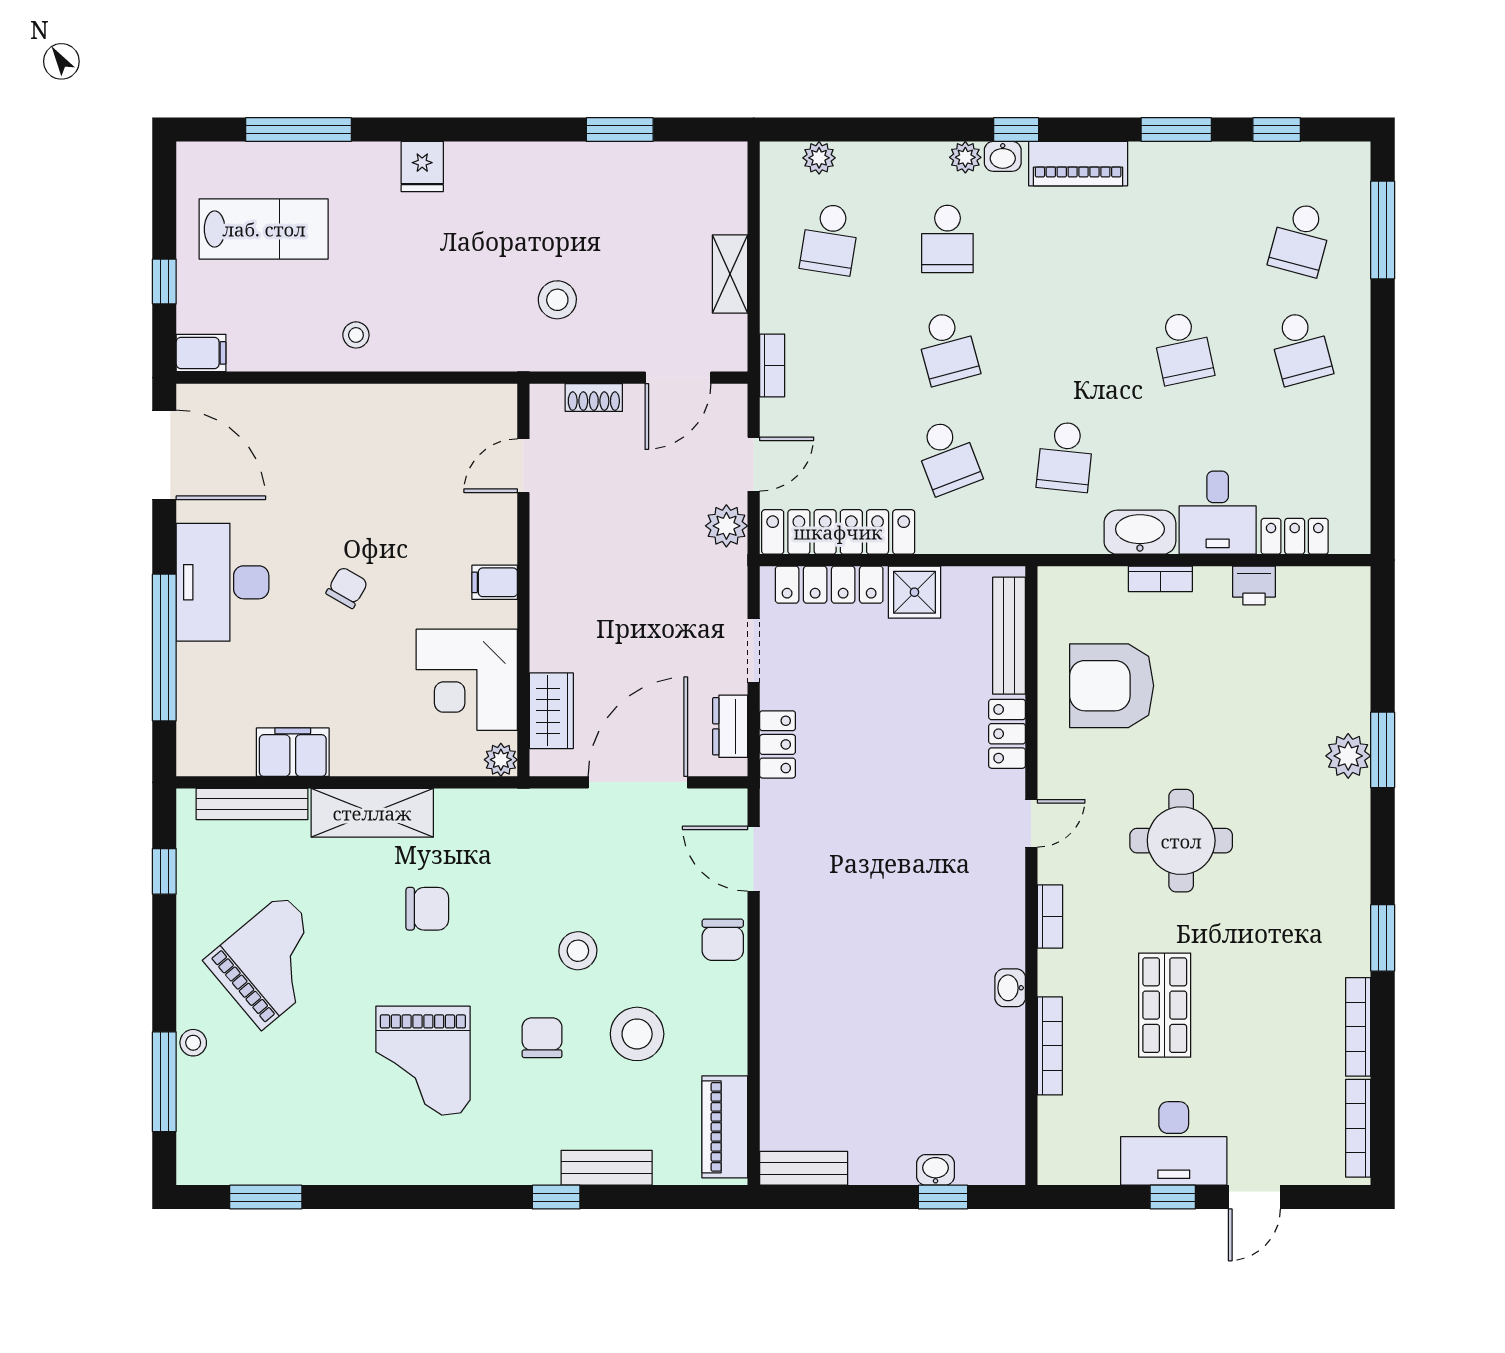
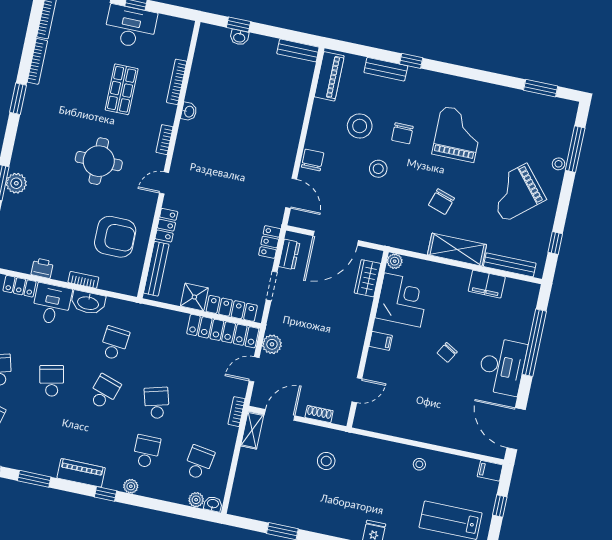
washbasin: (1003, 156) -> (213, 504), moved
shelving: (730, 274) -> (252, 430), moved
school desk: (947, 457) -> (104, 392), moved, turned 39
chair: (427, 909) -> (441, 202), turned -72

